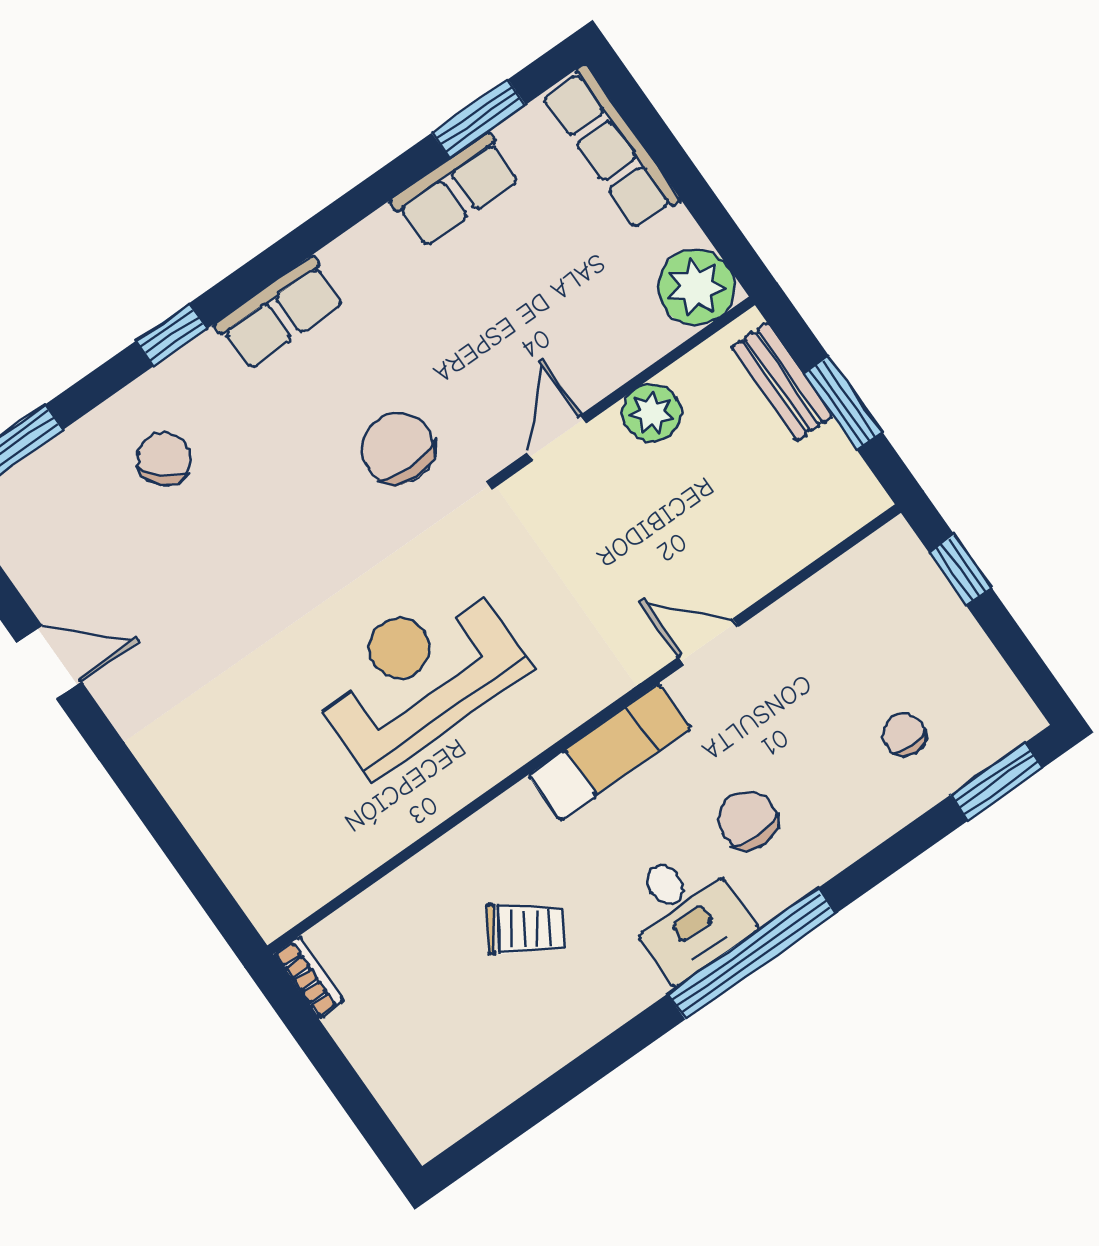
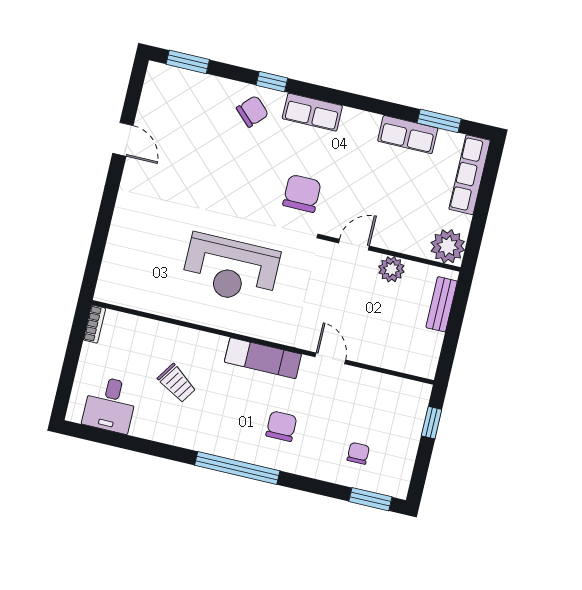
window: (843, 403) -> (453, 332), removed
chair: (164, 459) -> (252, 111), moved
reception desk: (418, 675) -> (231, 269), turned 180
desk: (685, 913) -> (110, 405), moved

